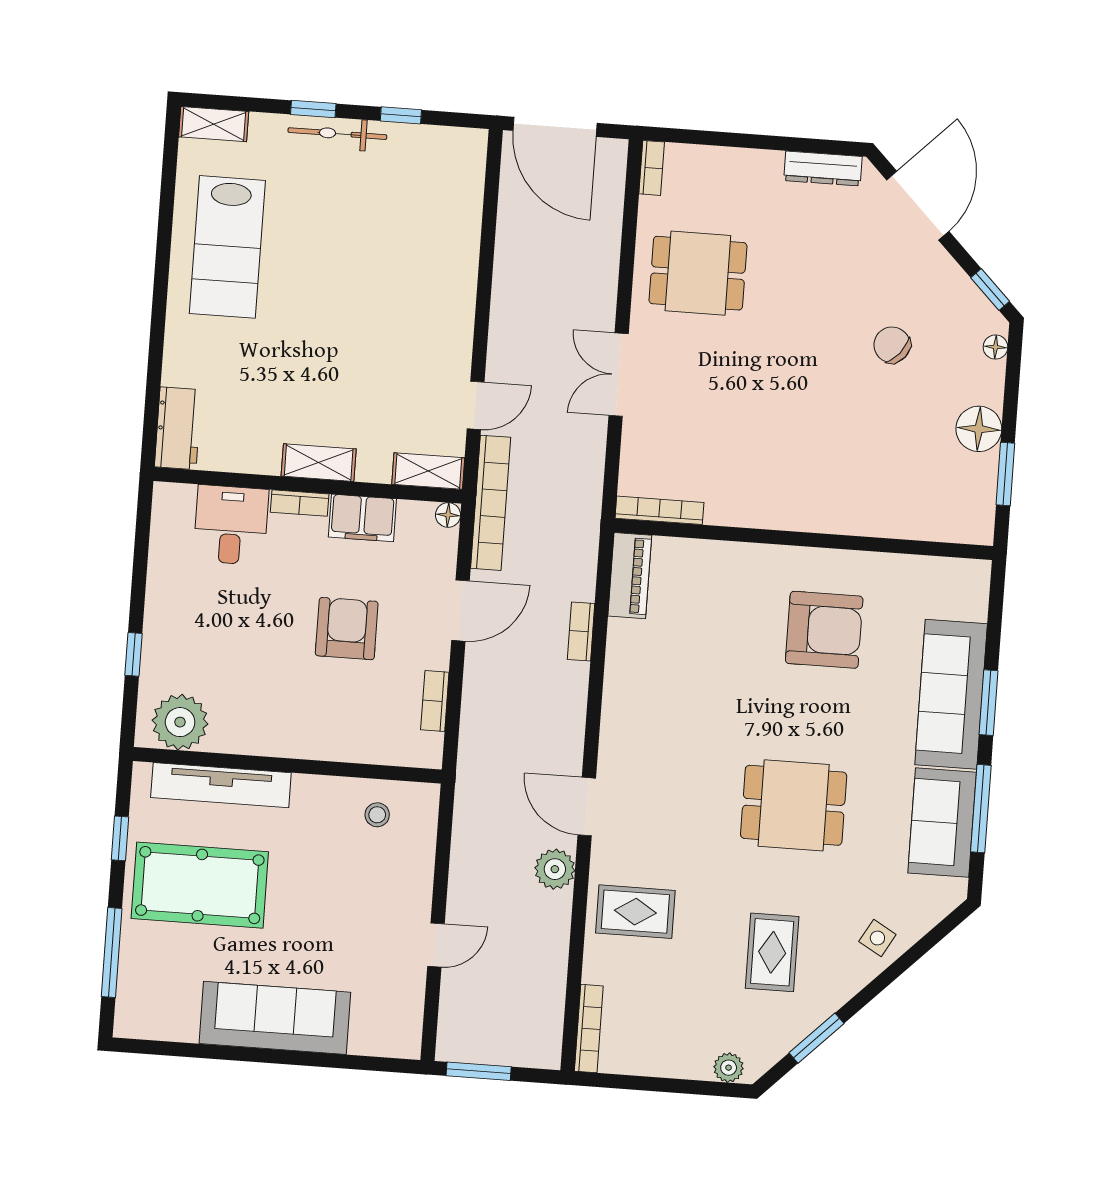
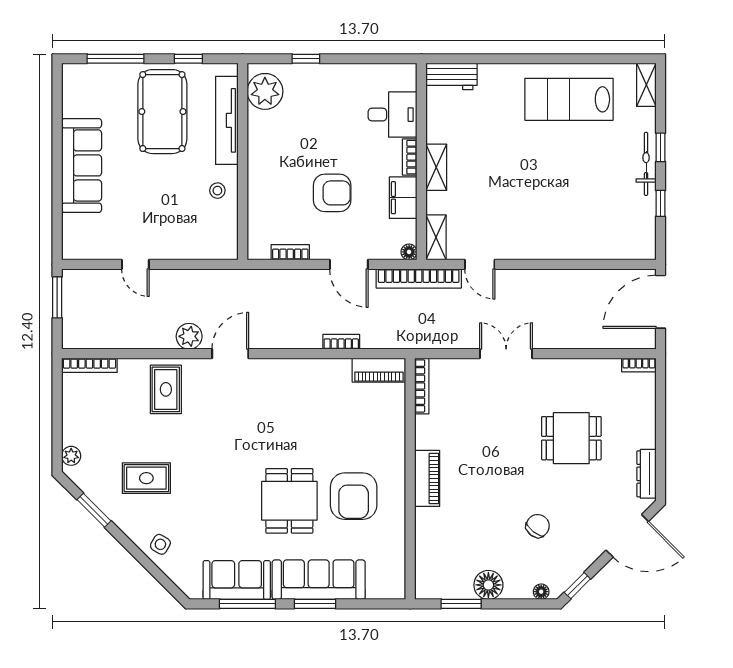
dining table: (698, 273) -> (571, 438), moved, turned 90
piano: (805, 513) -> (427, 478), added
dining table: (794, 805) -> (289, 501), moved
stool: (377, 815) -> (217, 191), moved

